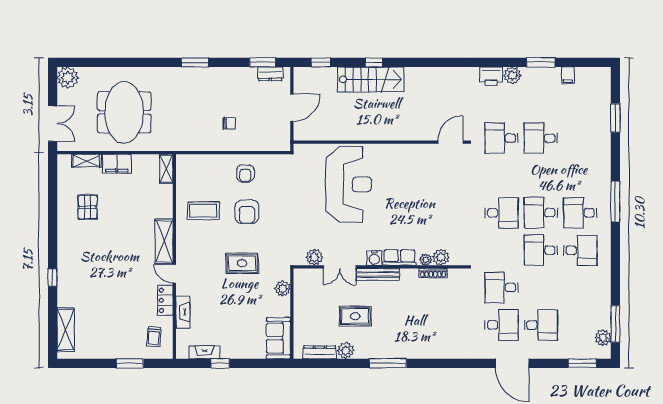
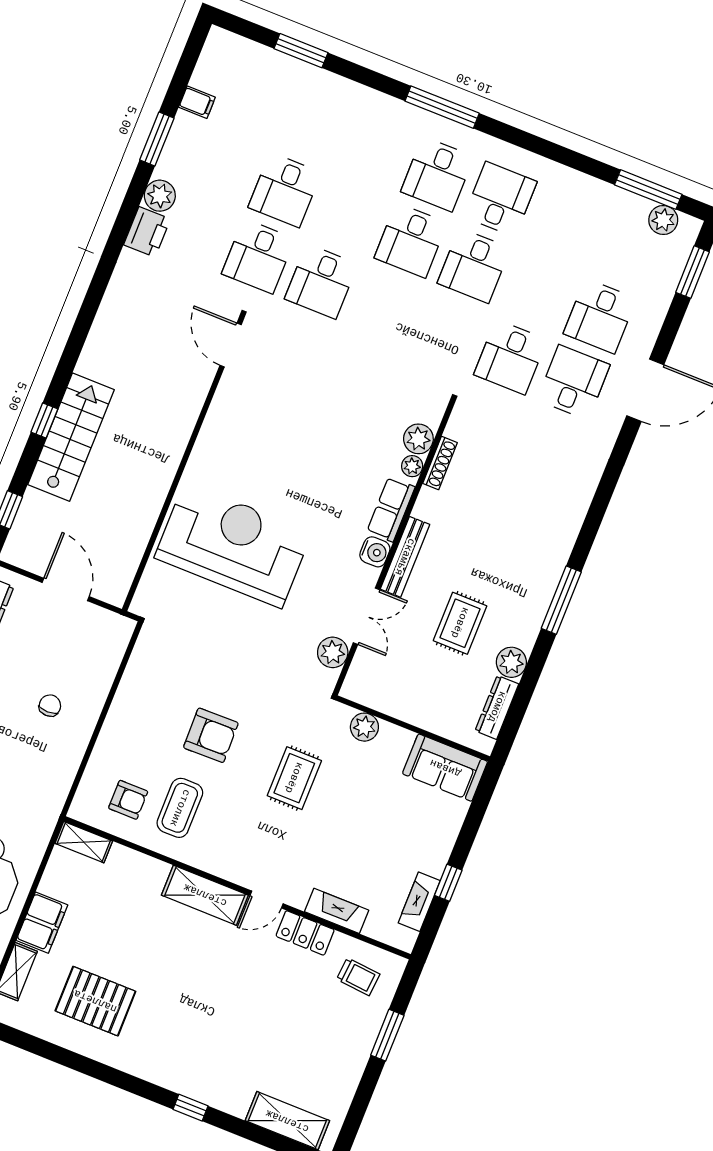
armchair: (245, 173) -> (128, 800), moved
pallet: (88, 207) -> (95, 1001), width x1.50, depth x1.42
desk: (502, 213) -> (321, 281), moved, turned 180
desk: (541, 325) -> (600, 316), turned 180

